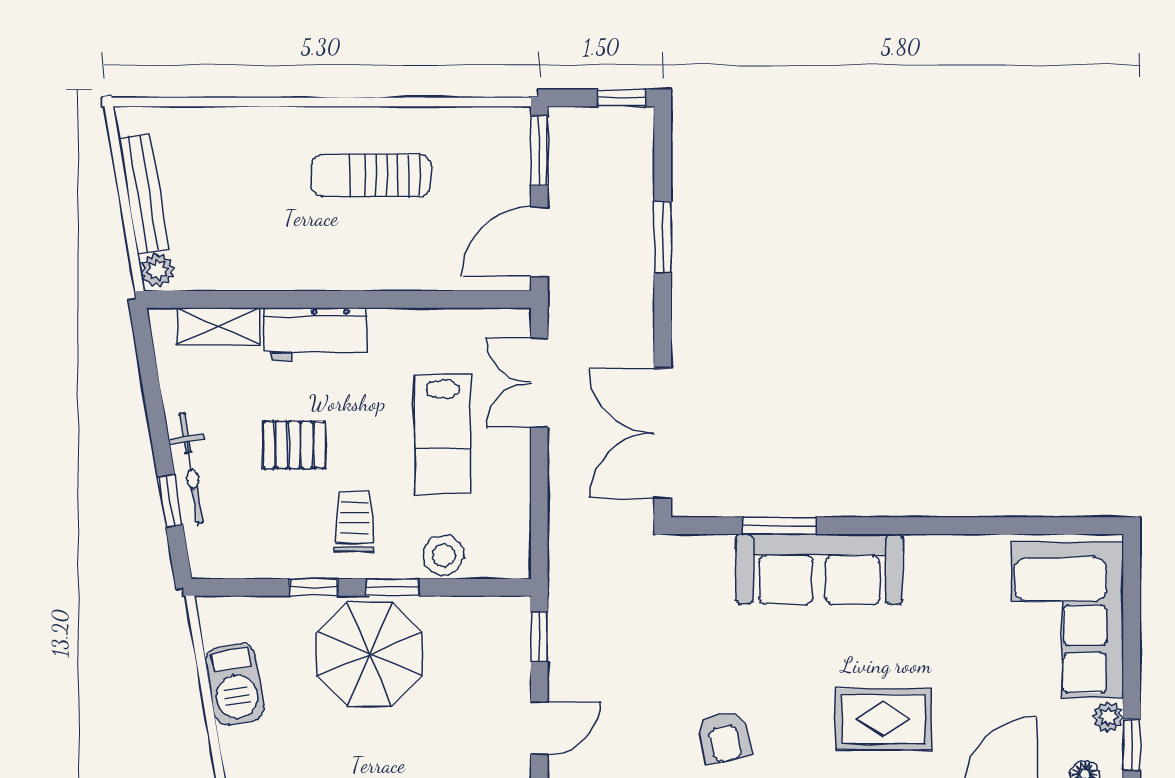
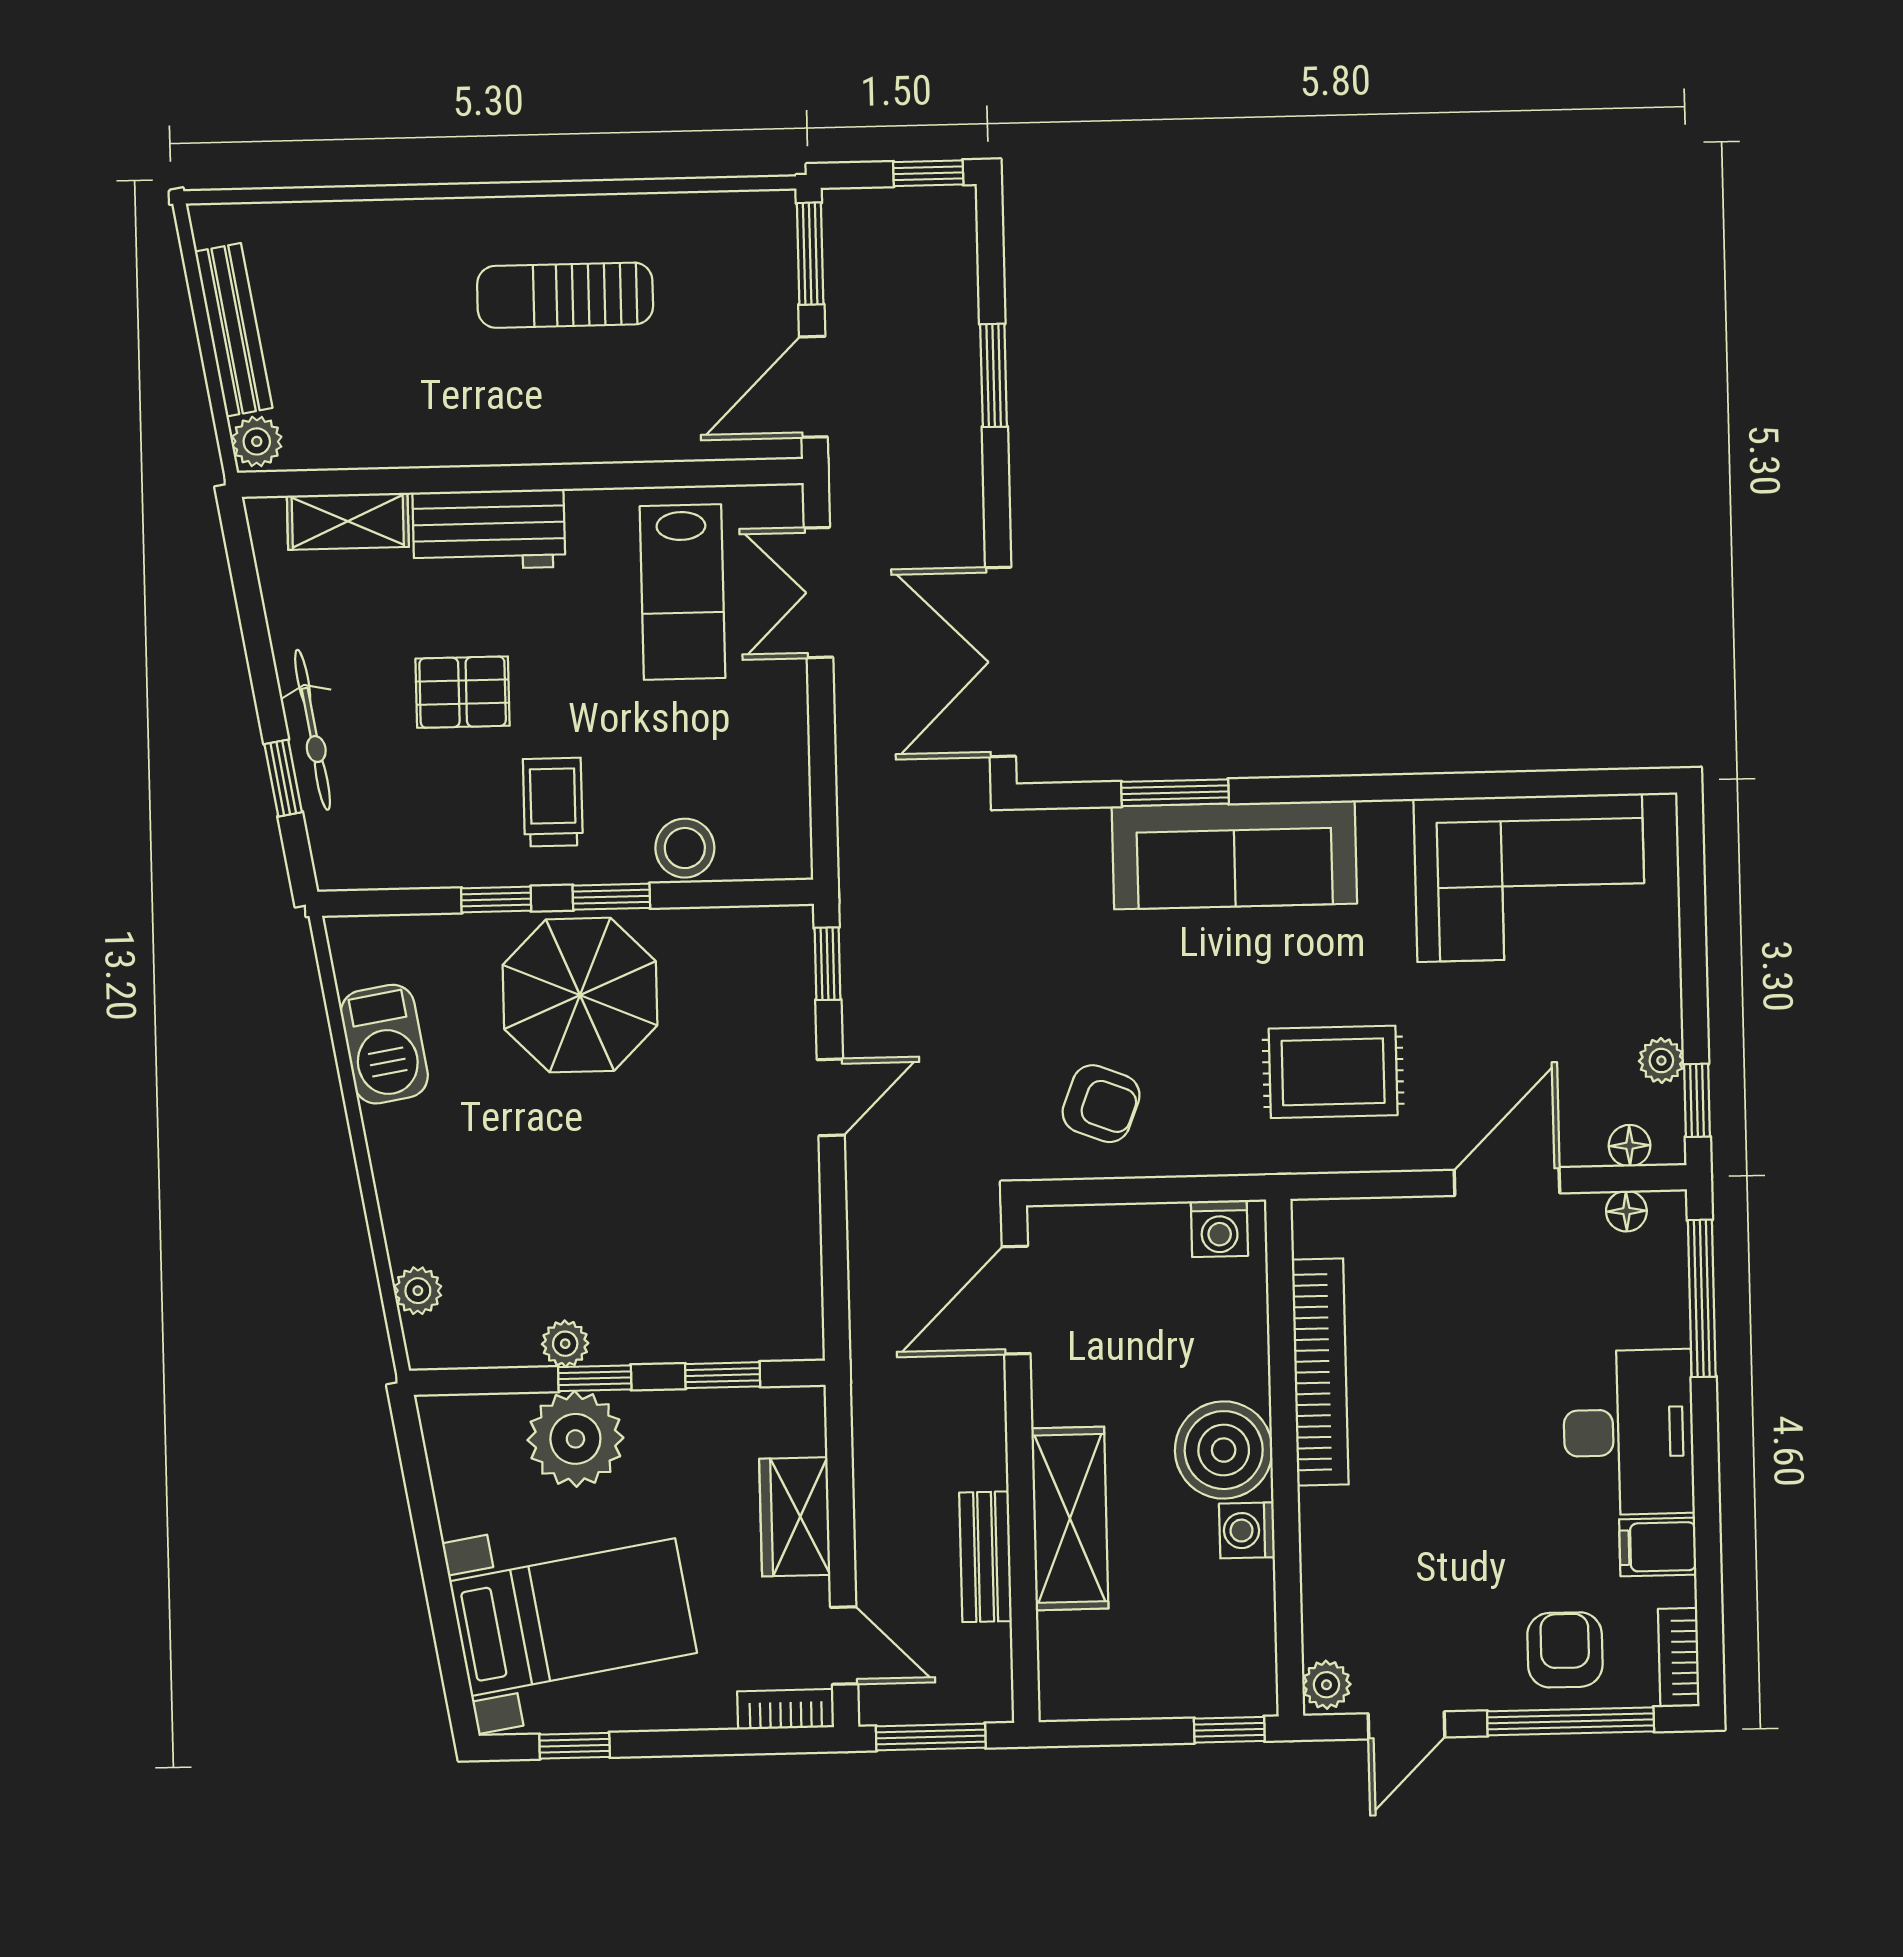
lab bench: (443, 434) -> (683, 592), moved
corner sofa: (1068, 620) -> (1530, 878), moved, turned -90
armchair: (724, 737) -> (1101, 1104), turned -57

